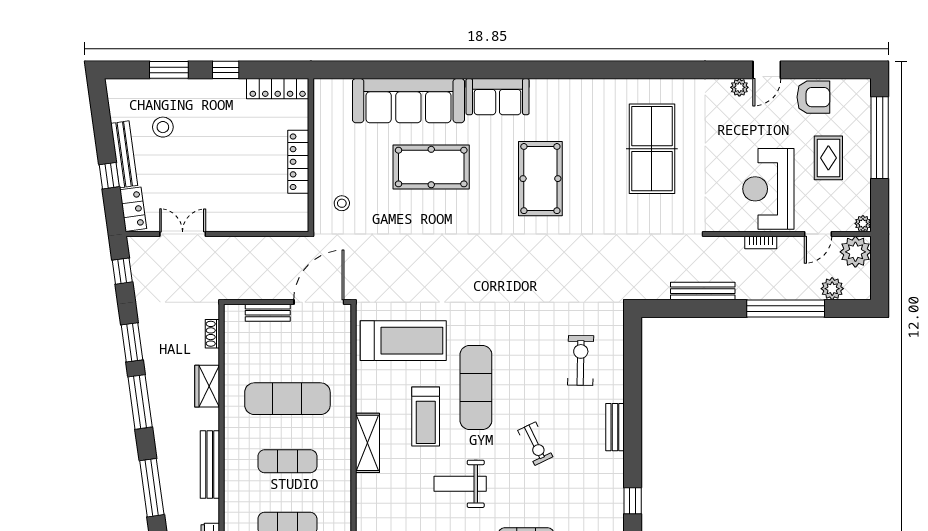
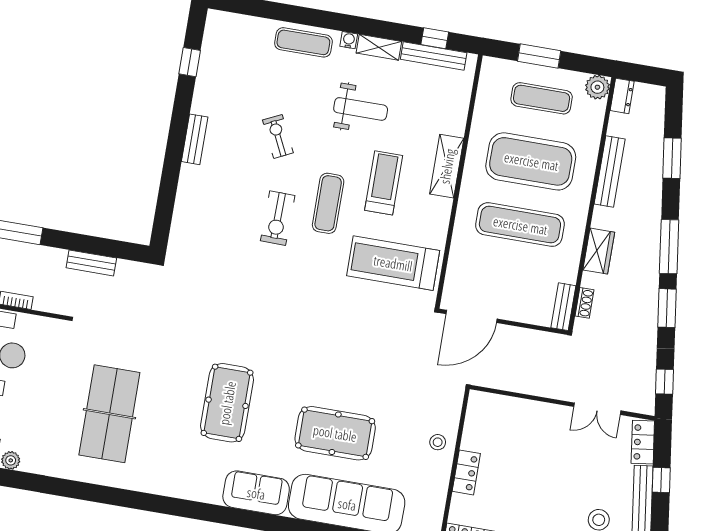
locker: (298, 162) -> (466, 472), width x0.66
stool: (342, 203) -> (438, 442), moved
bench: (703, 291) -> (91, 263), width x0.73
bench: (268, 313) -> (563, 307), moved, turned 90
exercise bike: (581, 360) -> (278, 218), moved
exercise mat: (476, 387) -> (328, 203), width x0.73, depth x0.69
exercise mat: (287, 461) -> (531, 161), width x2.00, depth x1.45
window: (152, 488) -> (672, 158), width x0.69

